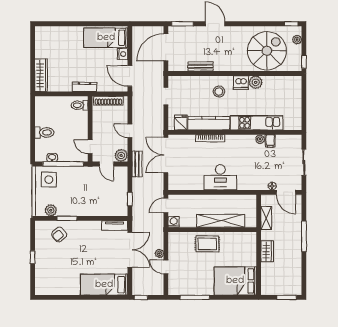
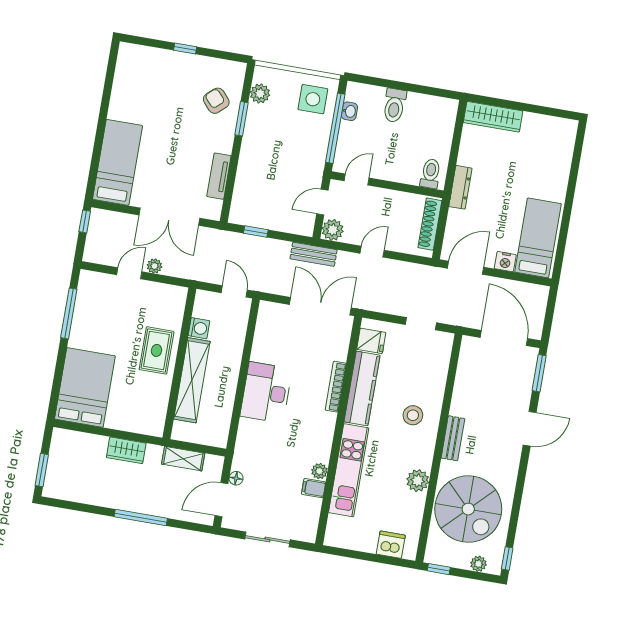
bench: (201, 66) -> (453, 438), moved
dishwasher: (241, 83) -> (391, 545), moved, turned 90
washing machine: (174, 222) -> (199, 328), moved
tv unit: (115, 225) -> (219, 176), moved

